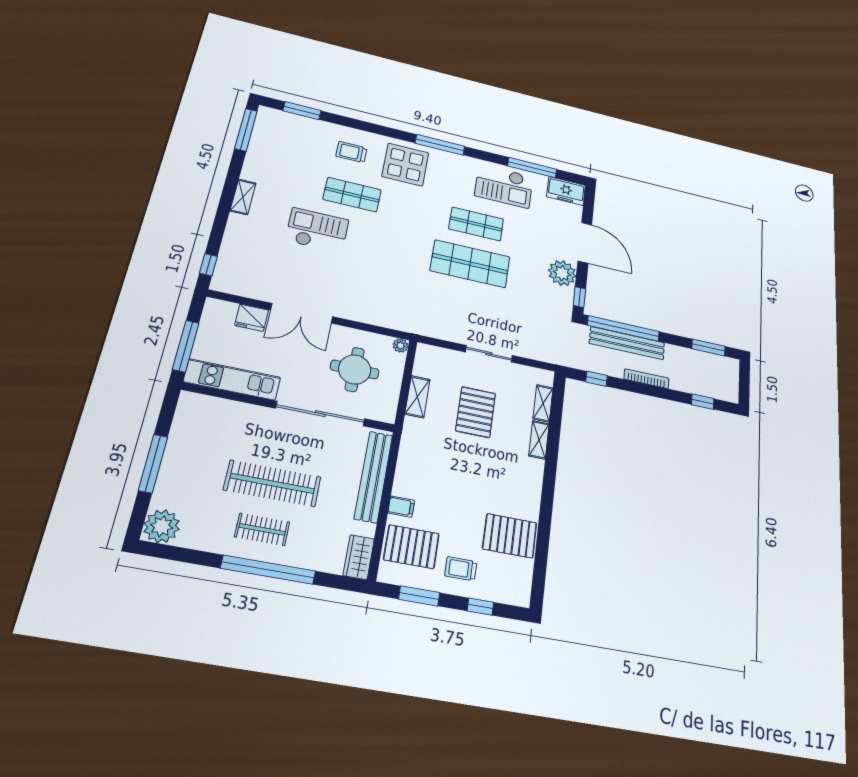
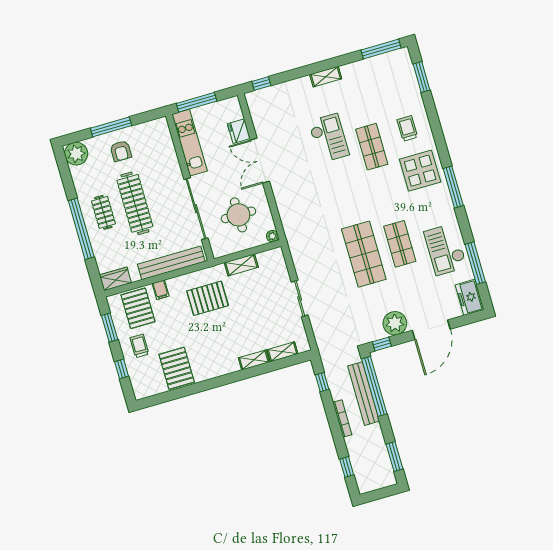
pallet: (476, 412) -> (208, 298), moved
armchair: (193, 467) -> (121, 151), added

